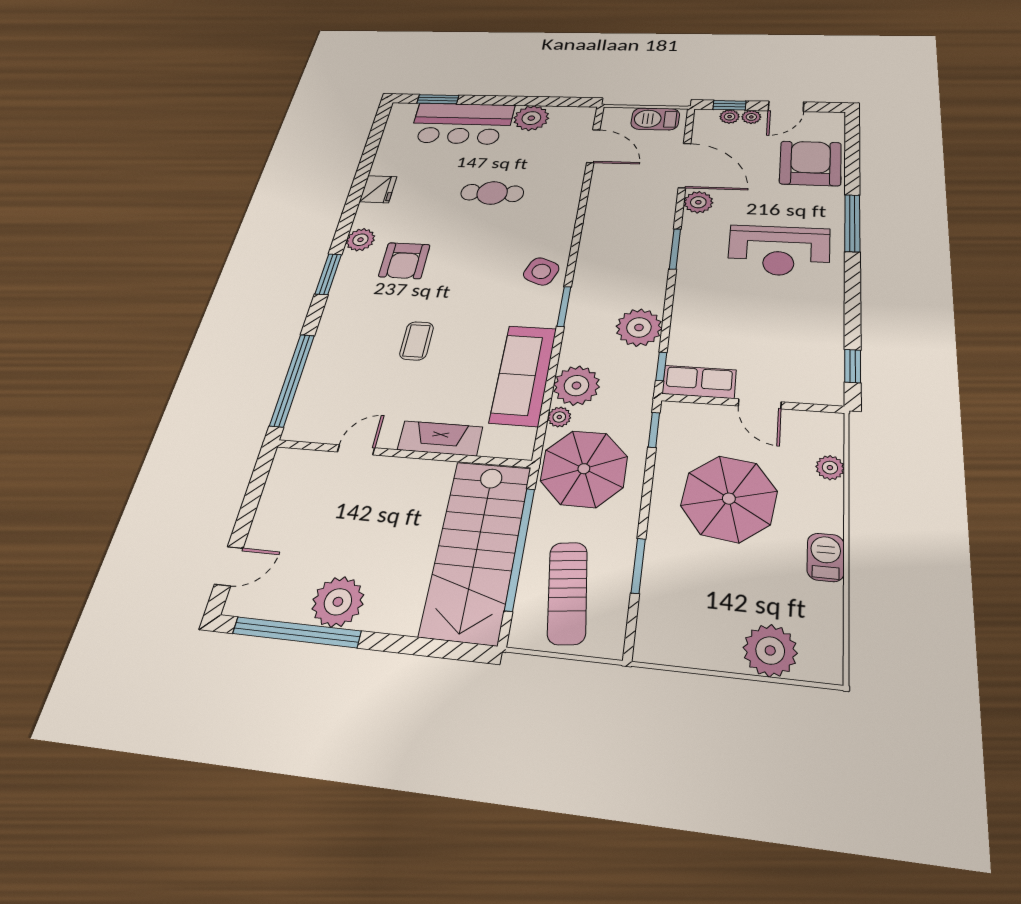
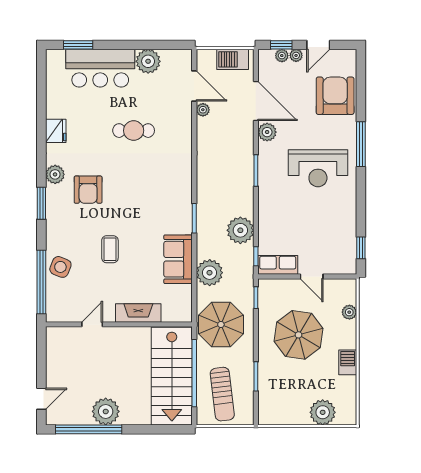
side table: (541, 271) -> (60, 267), moved
sofa: (523, 375) -> (178, 259), width x0.73
plant: (559, 417) -> (203, 110), moved

